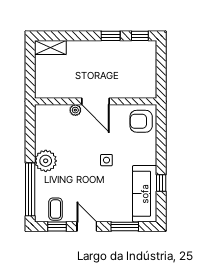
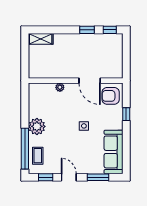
door: (96, 101) -> (90, 81), moved
window: (161, 183) -> (126, 114), moved
coffee table: (56, 209) -> (38, 156), moved

